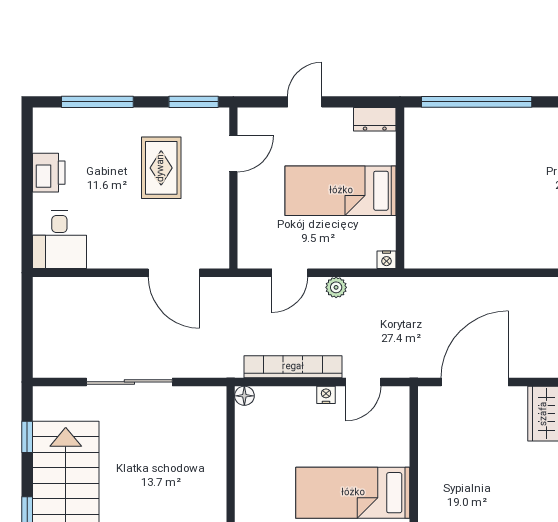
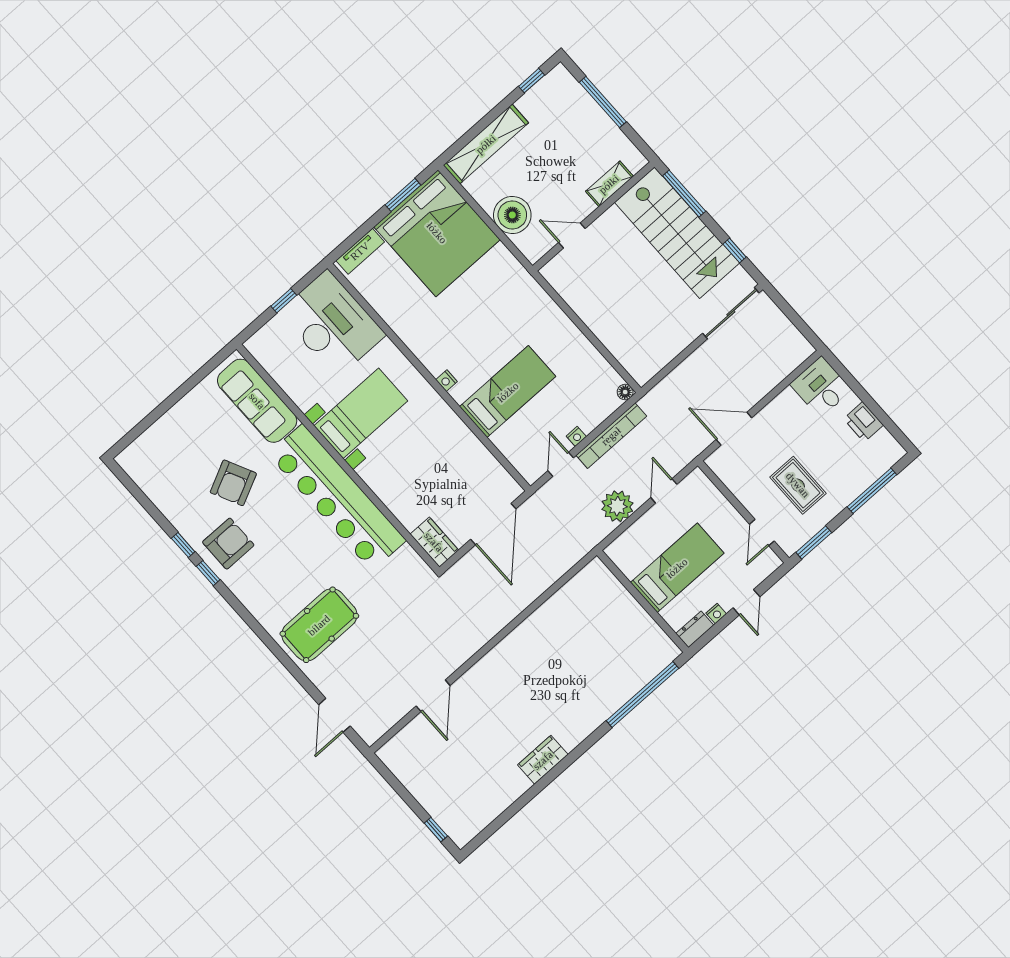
nightstand: (386, 260) -> (716, 614), moved, turned 180
plant: (336, 287) -> (617, 506), width x1.87, depth x1.87
sliding door: (129, 382) -> (731, 313), moved

